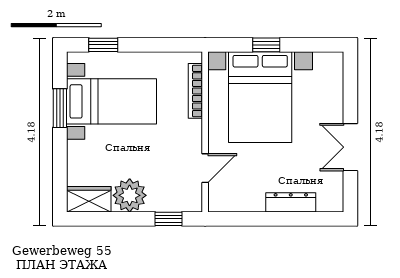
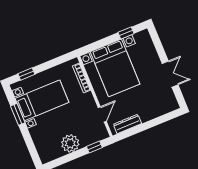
window: (266, 45) -> (126, 33), moved
double door: (350, 147) -> (170, 74), swing flipped
wardrobe: (89, 199) -> (51, 154), removed
dresser: (291, 202) -> (127, 124), moved

